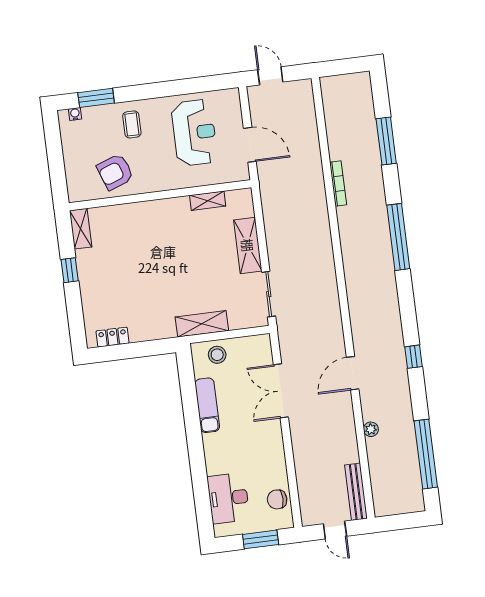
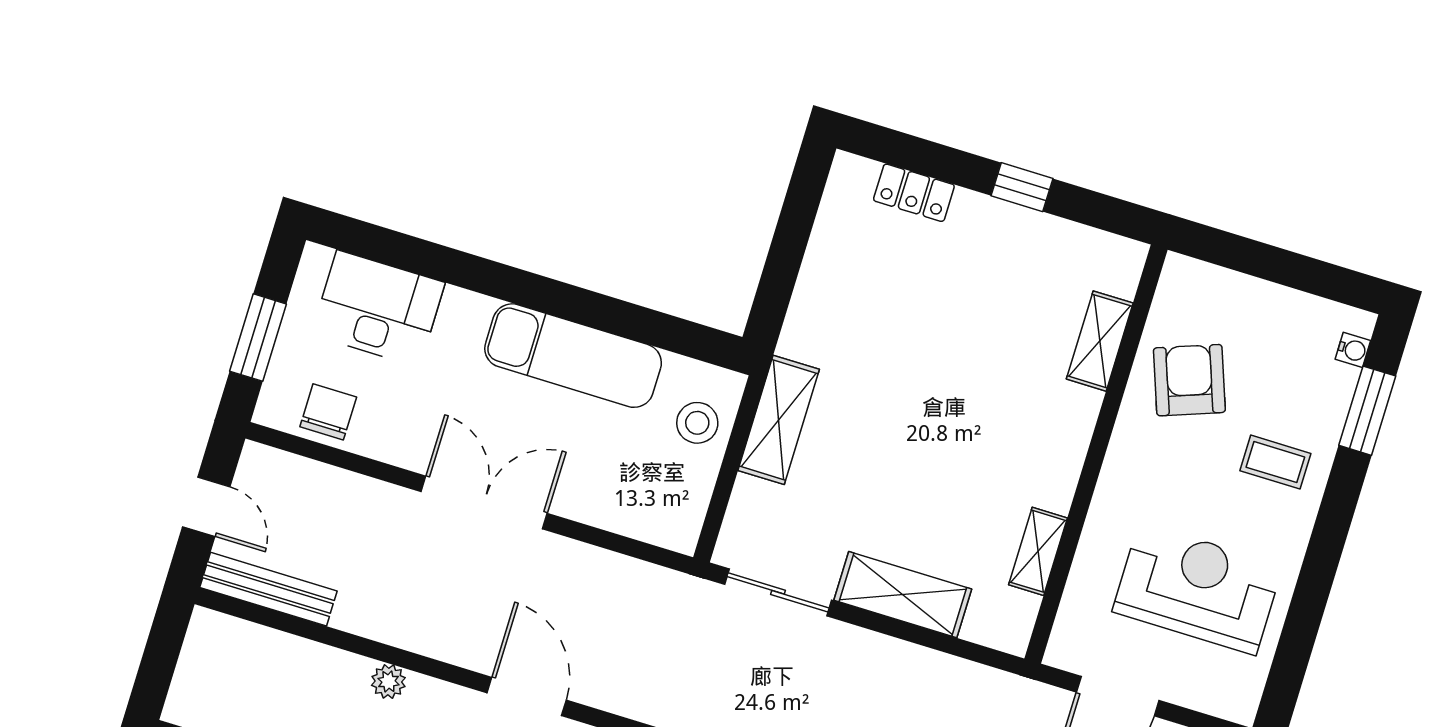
reception desk: (194, 133) -> (1198, 589), turned 180
shelving: (81, 229) -> (1100, 341), moved, turned 90
locker: (113, 337) -> (914, 193), moved, turned 90
double door: (281, 391) -> (484, 502), moved
exam couch: (207, 405) -> (573, 356), width x1.36, depth x1.45
door: (335, 530) -> (206, 507), swing flipped

